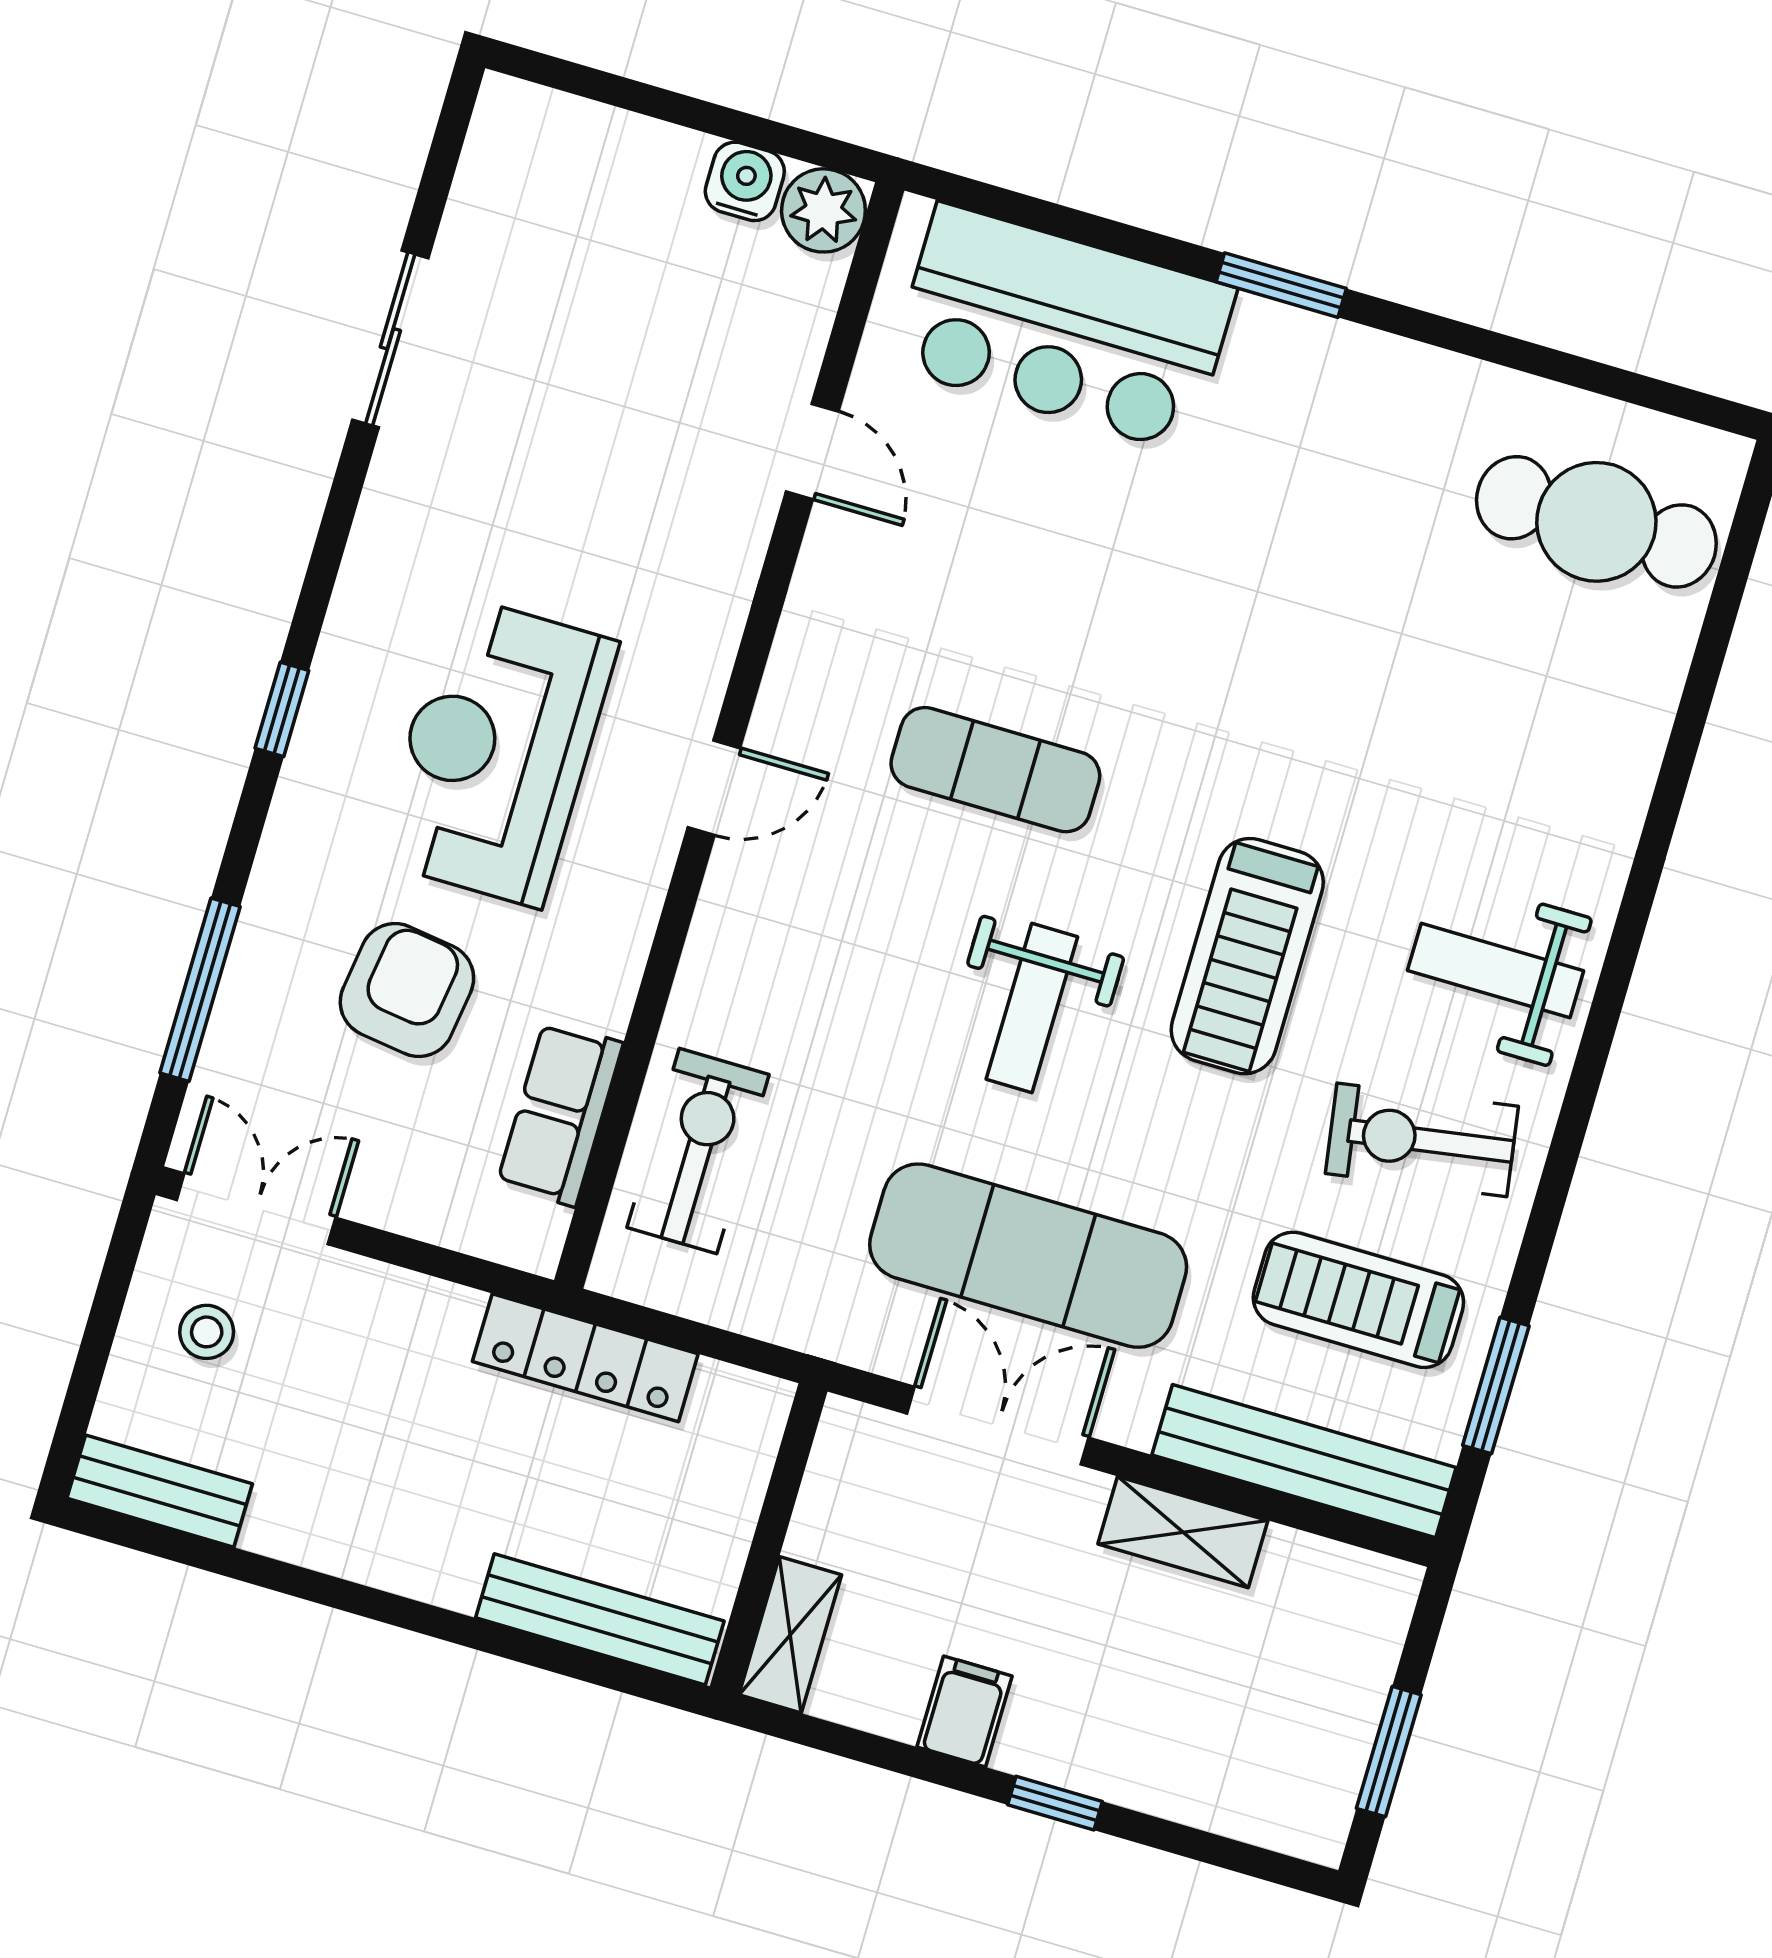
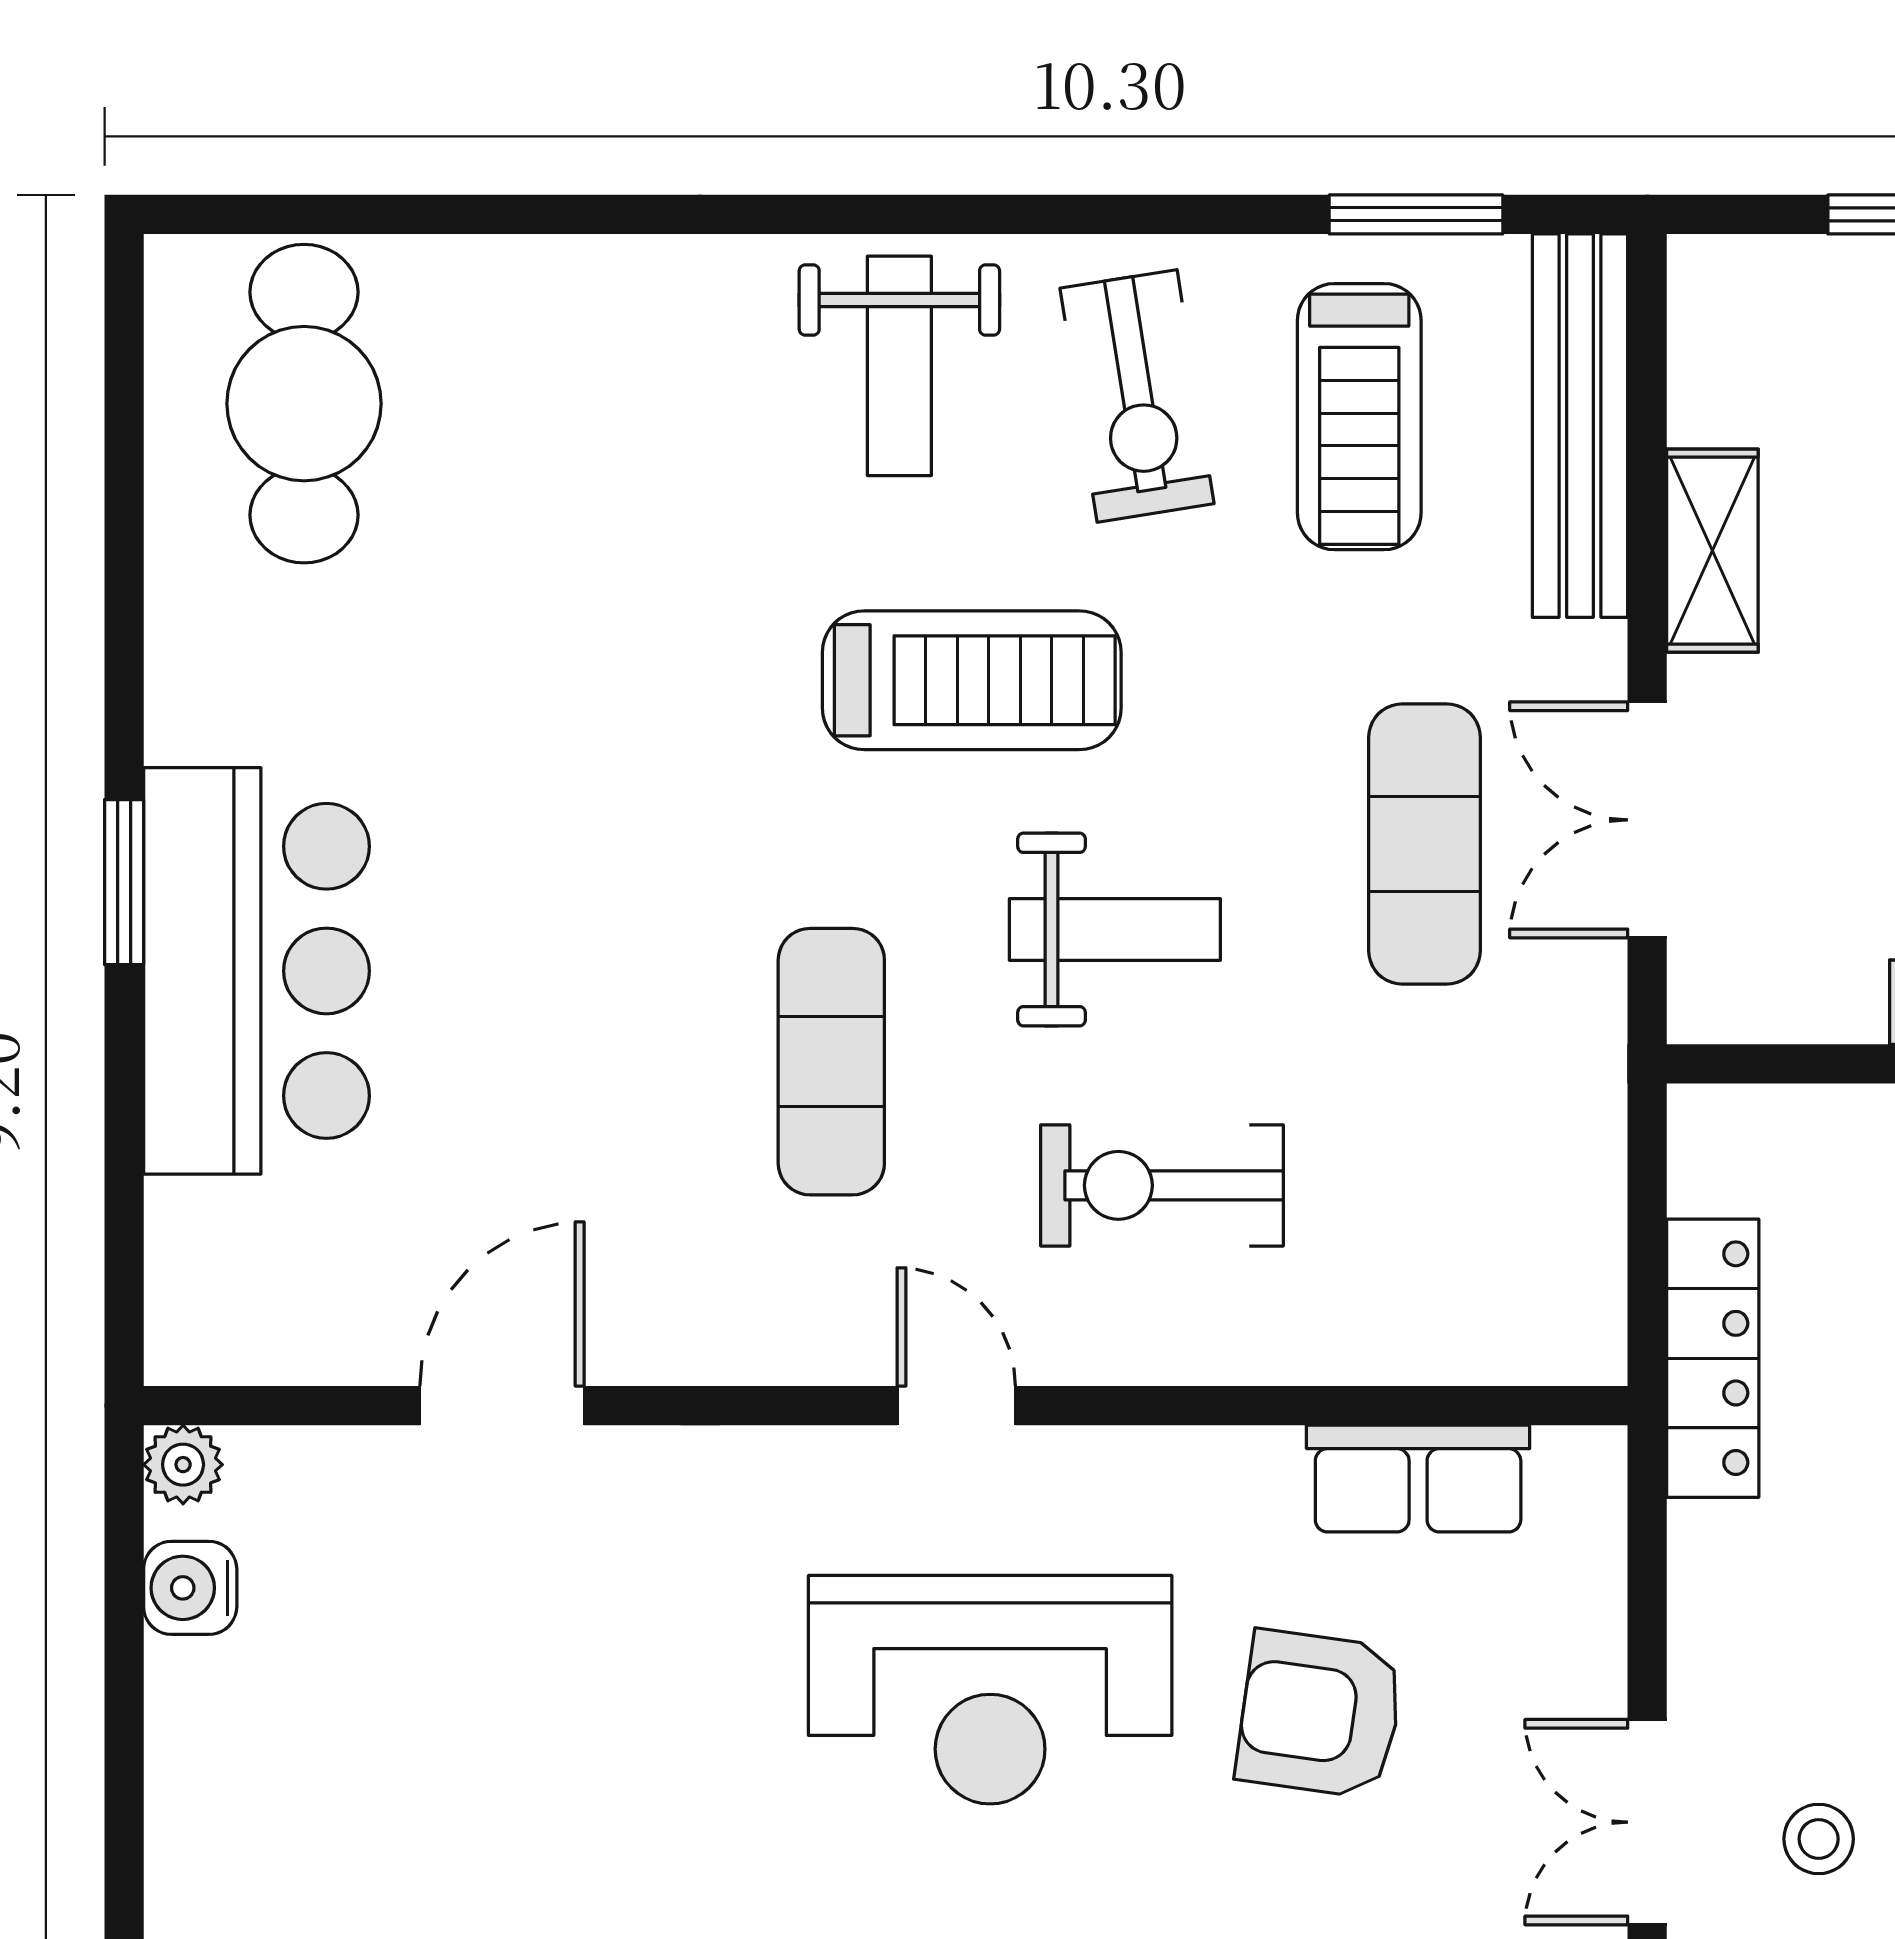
plant: (823, 210) -> (183, 1465), width x0.73, depth x0.73
bar counter: (1063, 328) -> (256, 971), moved
door: (812, 451) -> (502, 1406), width x1.38
exercise bike: (698, 1151) -> (1162, 1185), moved
exercise mat: (1028, 1256) -> (1425, 844), width x0.73, depth x0.69

